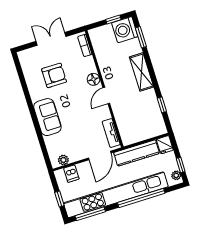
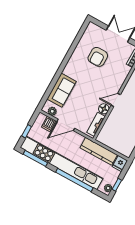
armchair: (54, 75) -> (98, 57), turned 90
floor lamp: (93, 79) -> (104, 109), moved
sofa: (47, 117) -> (62, 90), moved
door: (100, 155) -> (66, 125), moved

